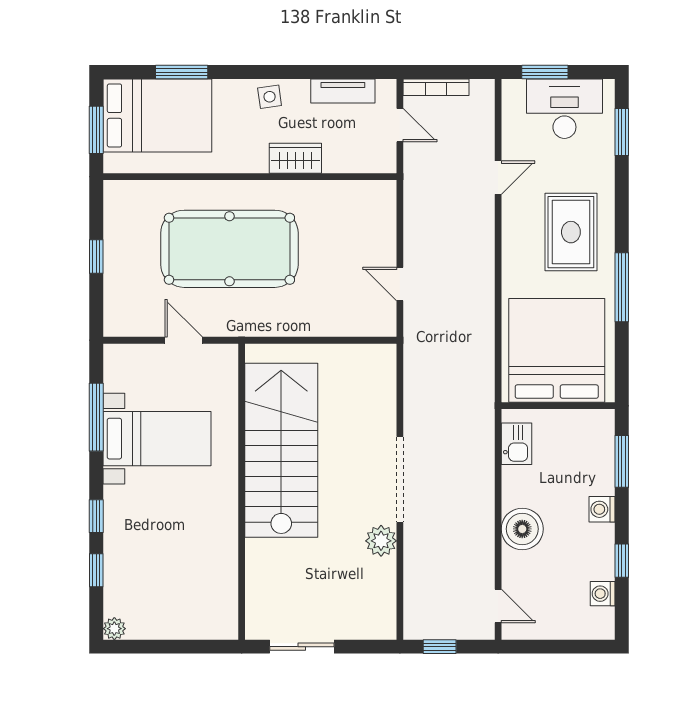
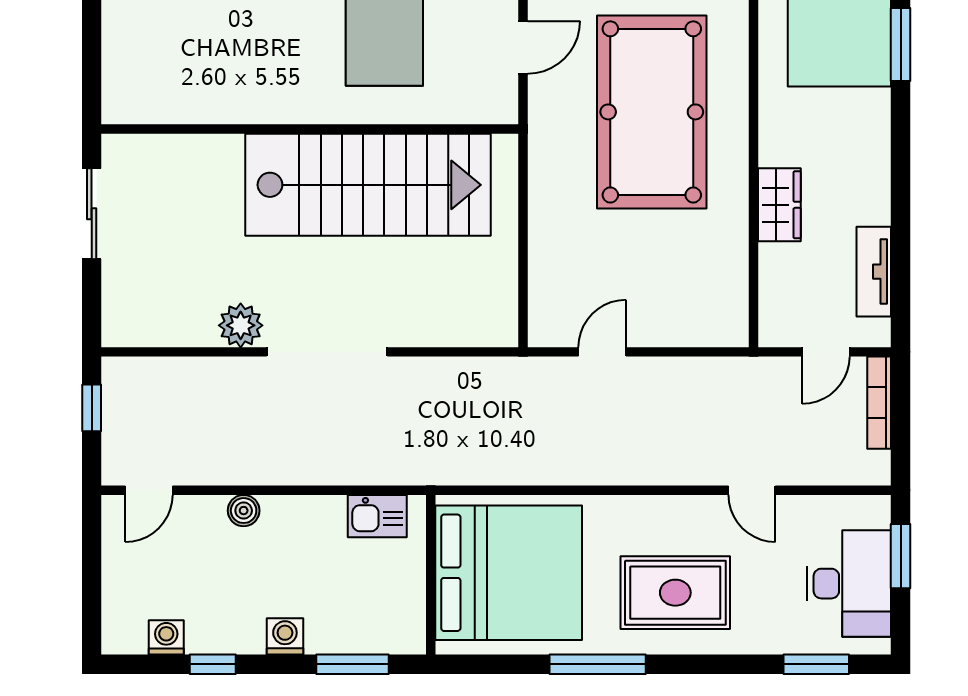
side table: (270, 97) -> (866, 168), removed
boiler: (522, 529) -> (244, 511), width x0.54, depth x0.54

